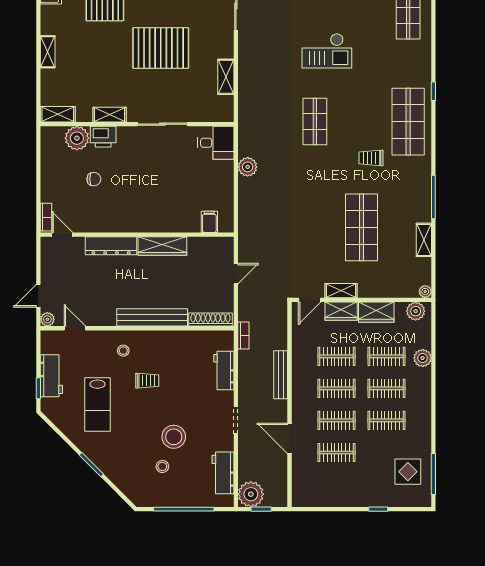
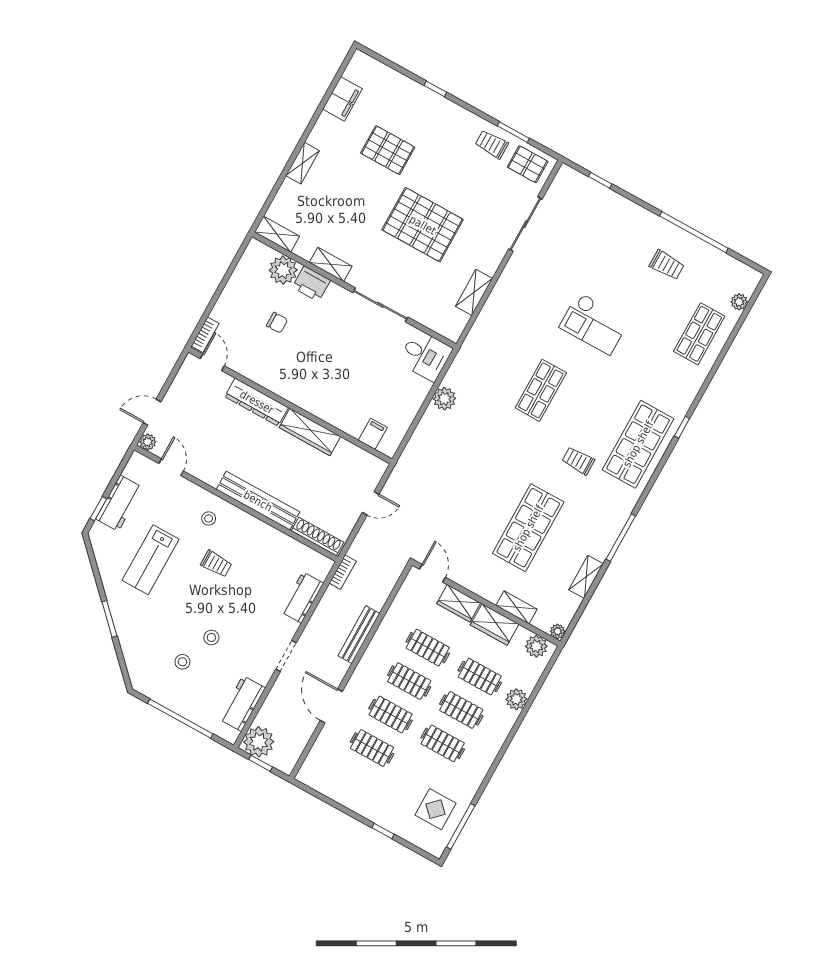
shelving: (341, 291) -> (516, 607), moved
door: (310, 300) -> (432, 573), swing flipped
stool: (174, 437) -> (211, 637), width x0.53, depth x0.53

